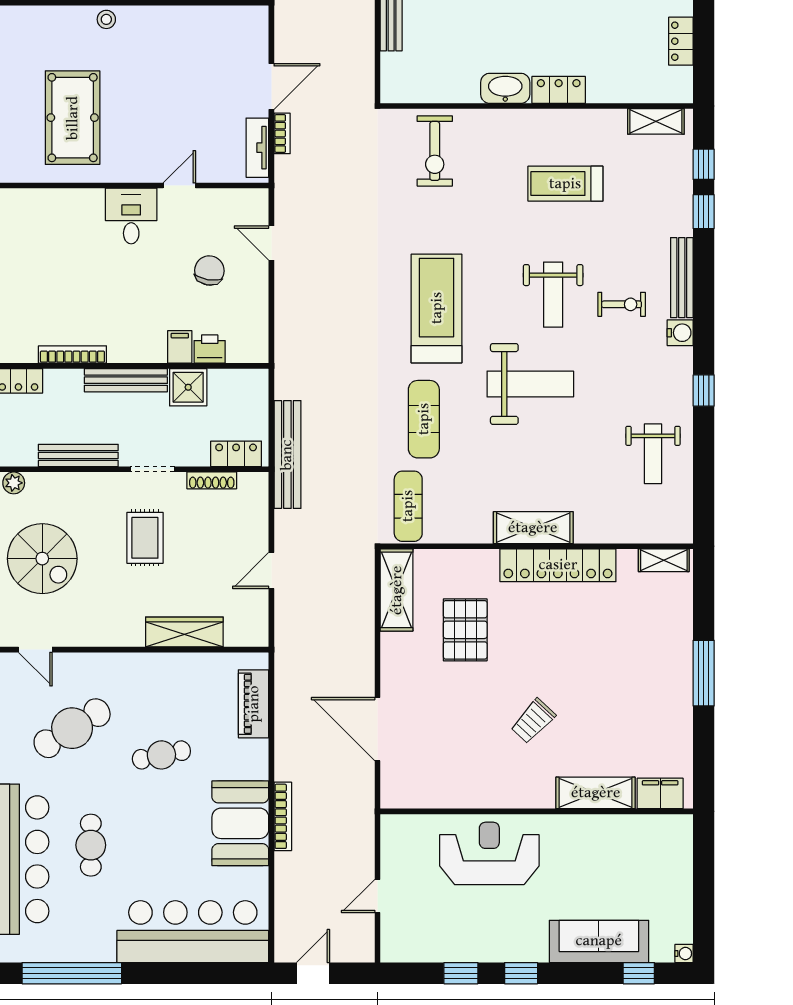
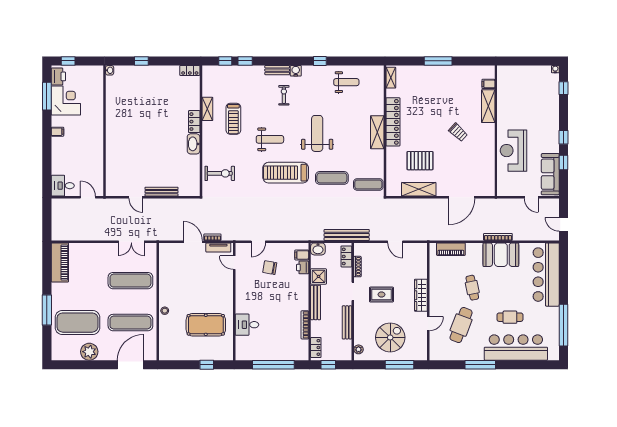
locker: (681, 41) -> (190, 70), moved
shelving: (656, 121) -> (207, 109), moved
door: (179, 186) -> (234, 263), moved
desk: (131, 216) -> (247, 325), moved
bench: (682, 278) -> (277, 70), width x0.73
weight bench: (553, 295) -> (270, 139), moved
filing cabinet: (180, 347) -> (302, 255), moved
washbasin: (254, 386) -> (318, 249), added
shelving: (397, 590) -> (419, 189), moved
wardrobe: (184, 632) -> (421, 295), moved
door: (35, 650) -> (428, 324), moved
cafe table: (72, 728) -> (461, 325), turned 53
filing cabinet: (660, 793) -> (488, 84), width x0.50
sofa: (599, 941) -> (550, 174), moved

